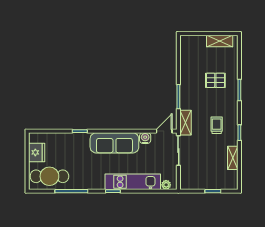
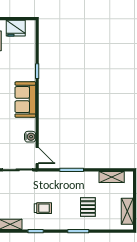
shelving: (185, 123) -> (112, 177), moved
sofa: (114, 143) -> (25, 100), width x0.73

